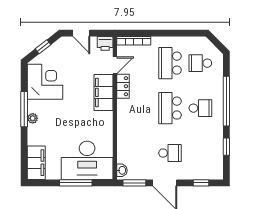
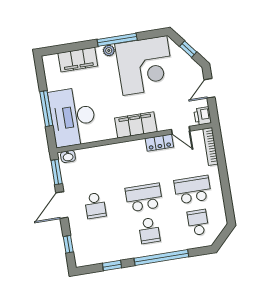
corner desk: (45, 82) -> (145, 66), width x1.36, depth x1.36
filing cabinet: (103, 92) -> (136, 125), moved
filing cabinet: (36, 163) -> (78, 60), moved

